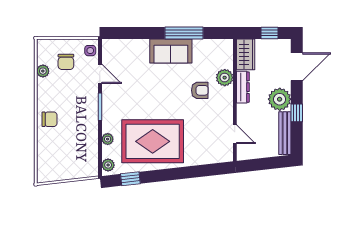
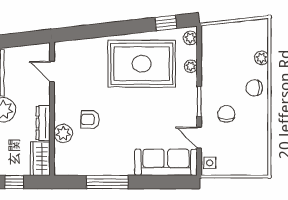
sofa: (171, 51) -> (166, 162), moved, width x1.36
chair: (66, 62) -> (226, 114), moved
plant: (43, 71) -> (261, 58), moved

